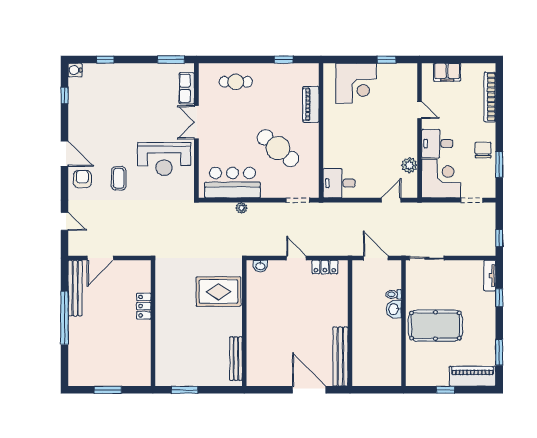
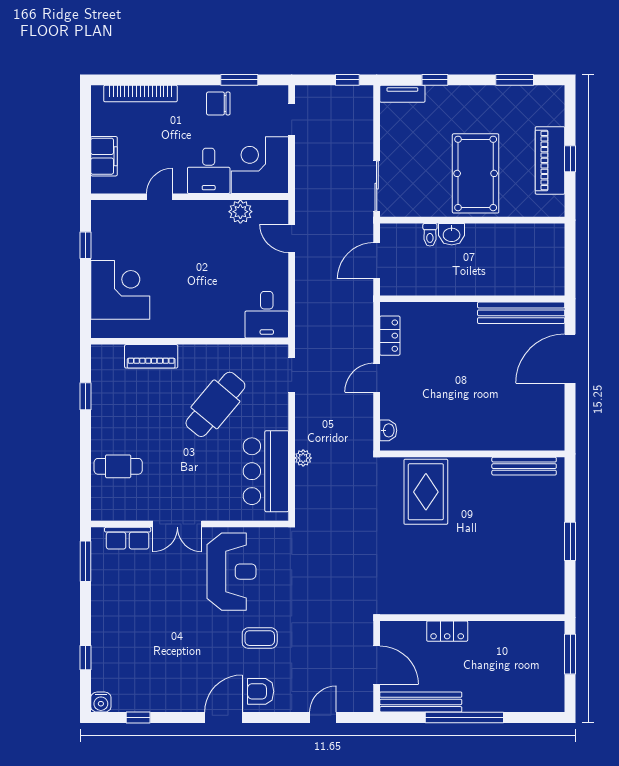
cafe table: (236, 82) -> (118, 466), turned 90
locker: (144, 306) -> (447, 631), moved
wall: (153, 323) -> (472, 618), moved
piano: (472, 376) -> (550, 160), moved

